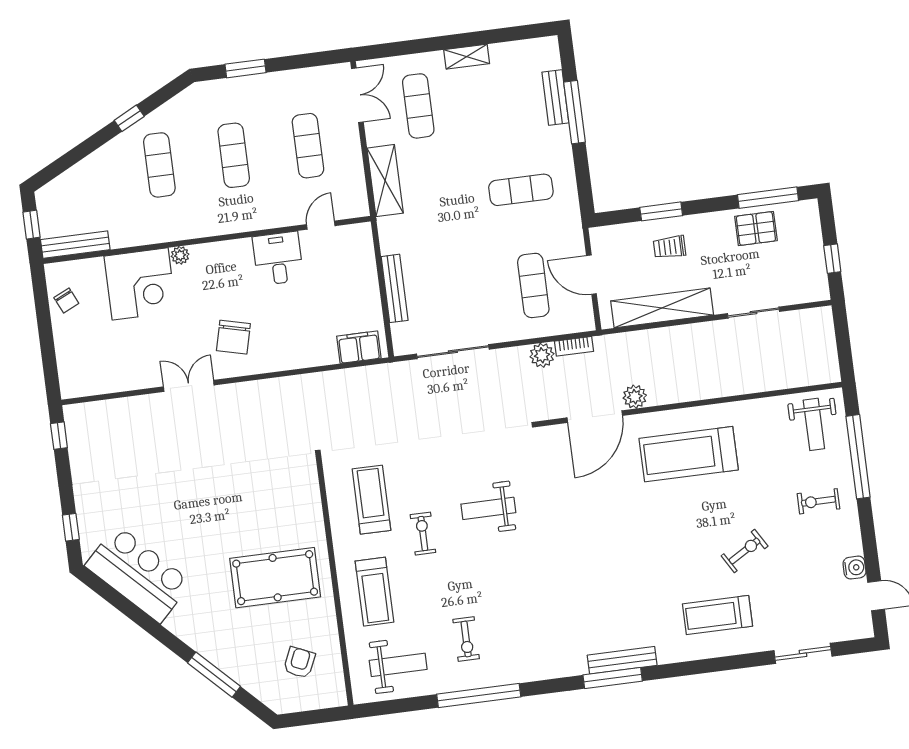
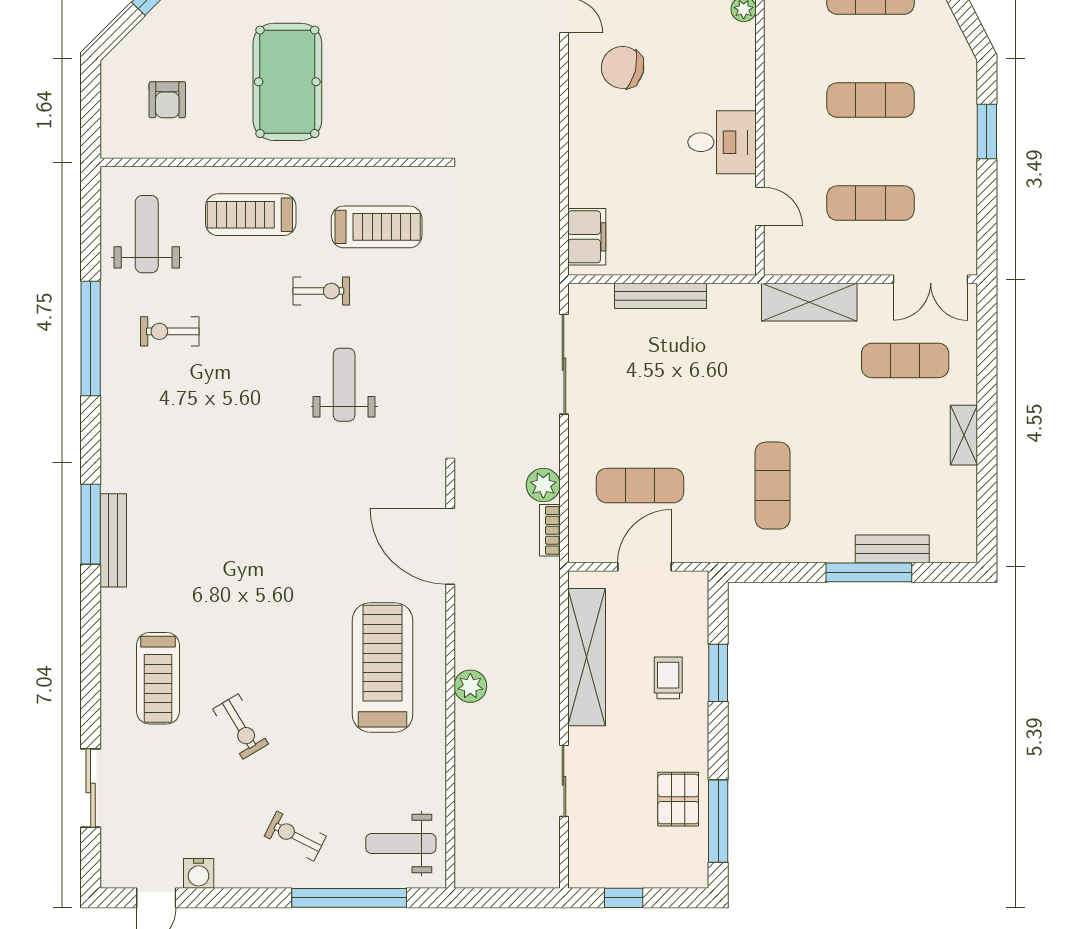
plant: (635, 397) -> (470, 686), moved
exercise bike: (818, 501) -> (295, 836), turned -63
treadmill: (717, 615) -> (158, 678), turned 180
armchair: (299, 663) -> (167, 100), turned 66
weight bench: (398, 665) -> (147, 234), turned 180

